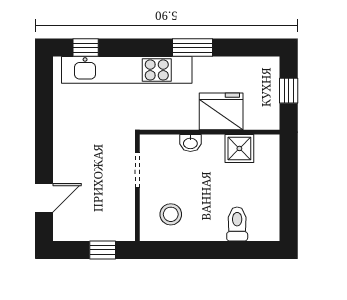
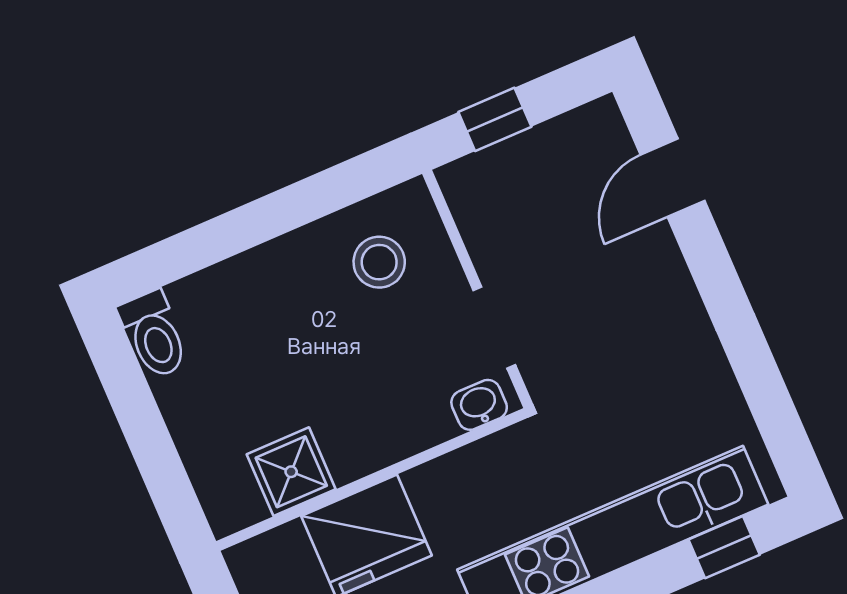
washbasin: (190, 143) -> (479, 405), moved
toilet: (237, 224) -> (154, 335), moved

